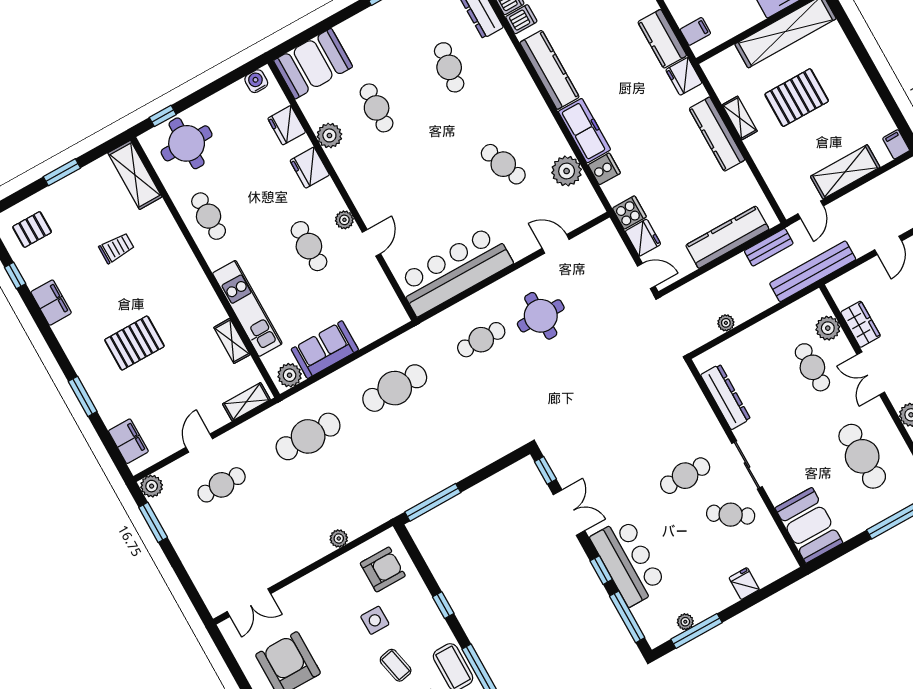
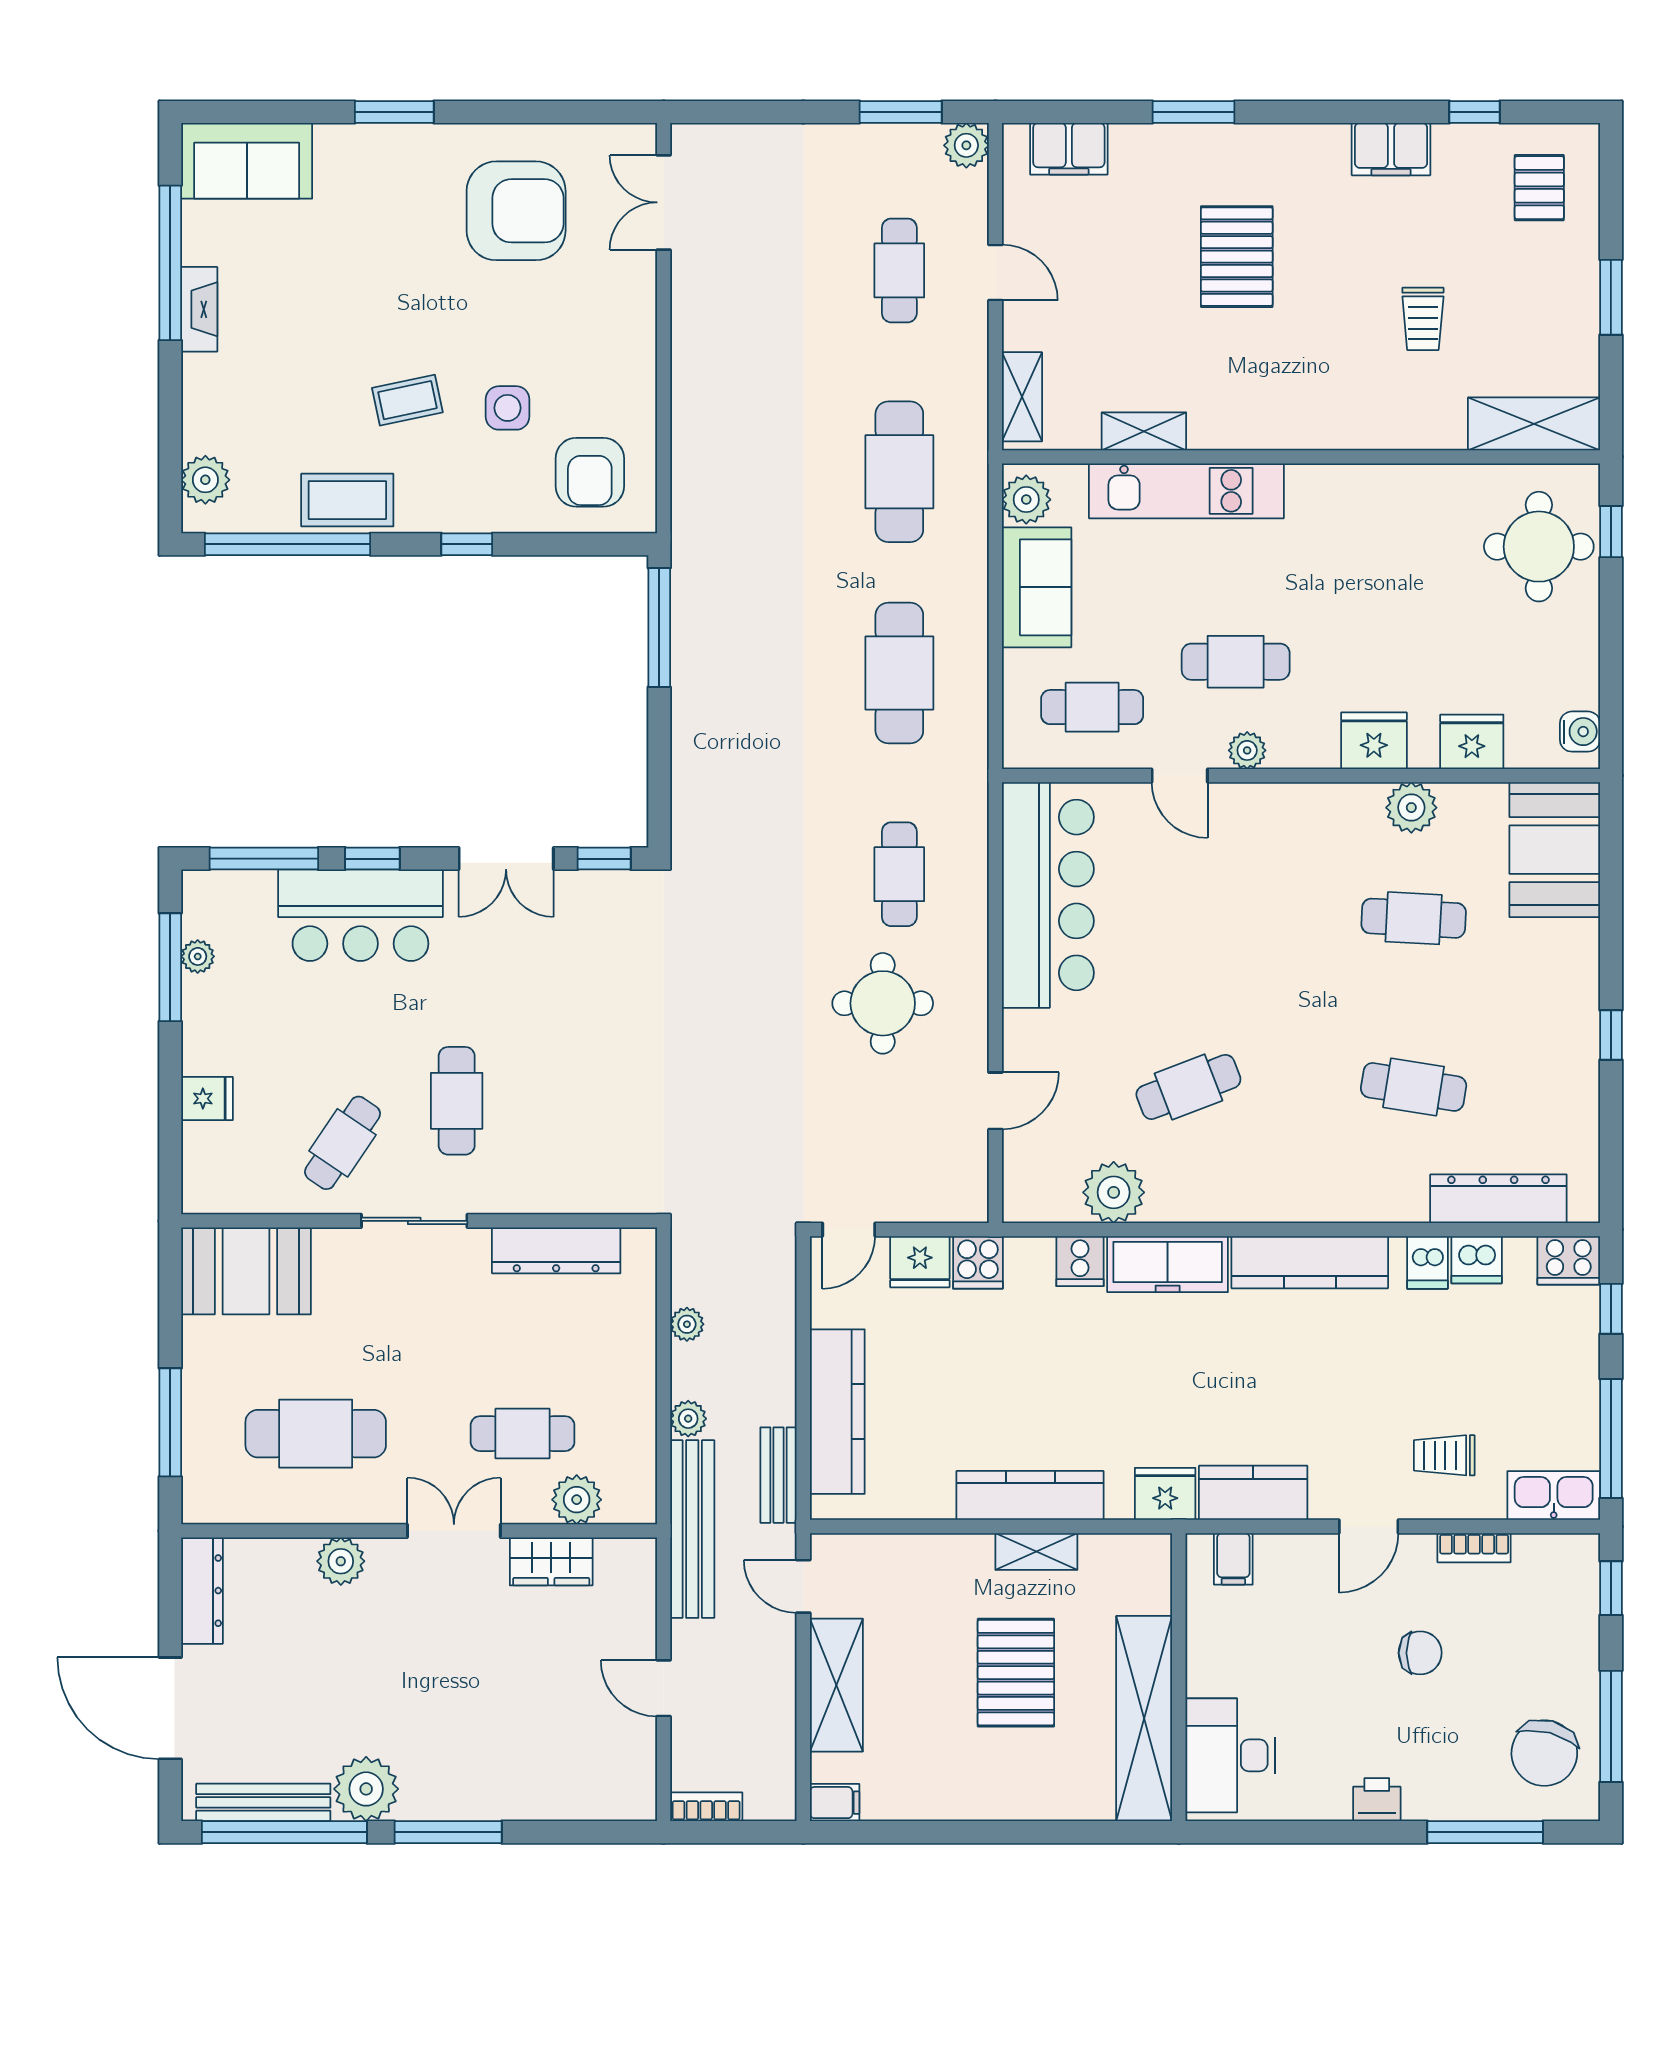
cafe table: (209, 216) -> (1092, 707), moved
plant: (339, 539) -> (688, 1419), moved

